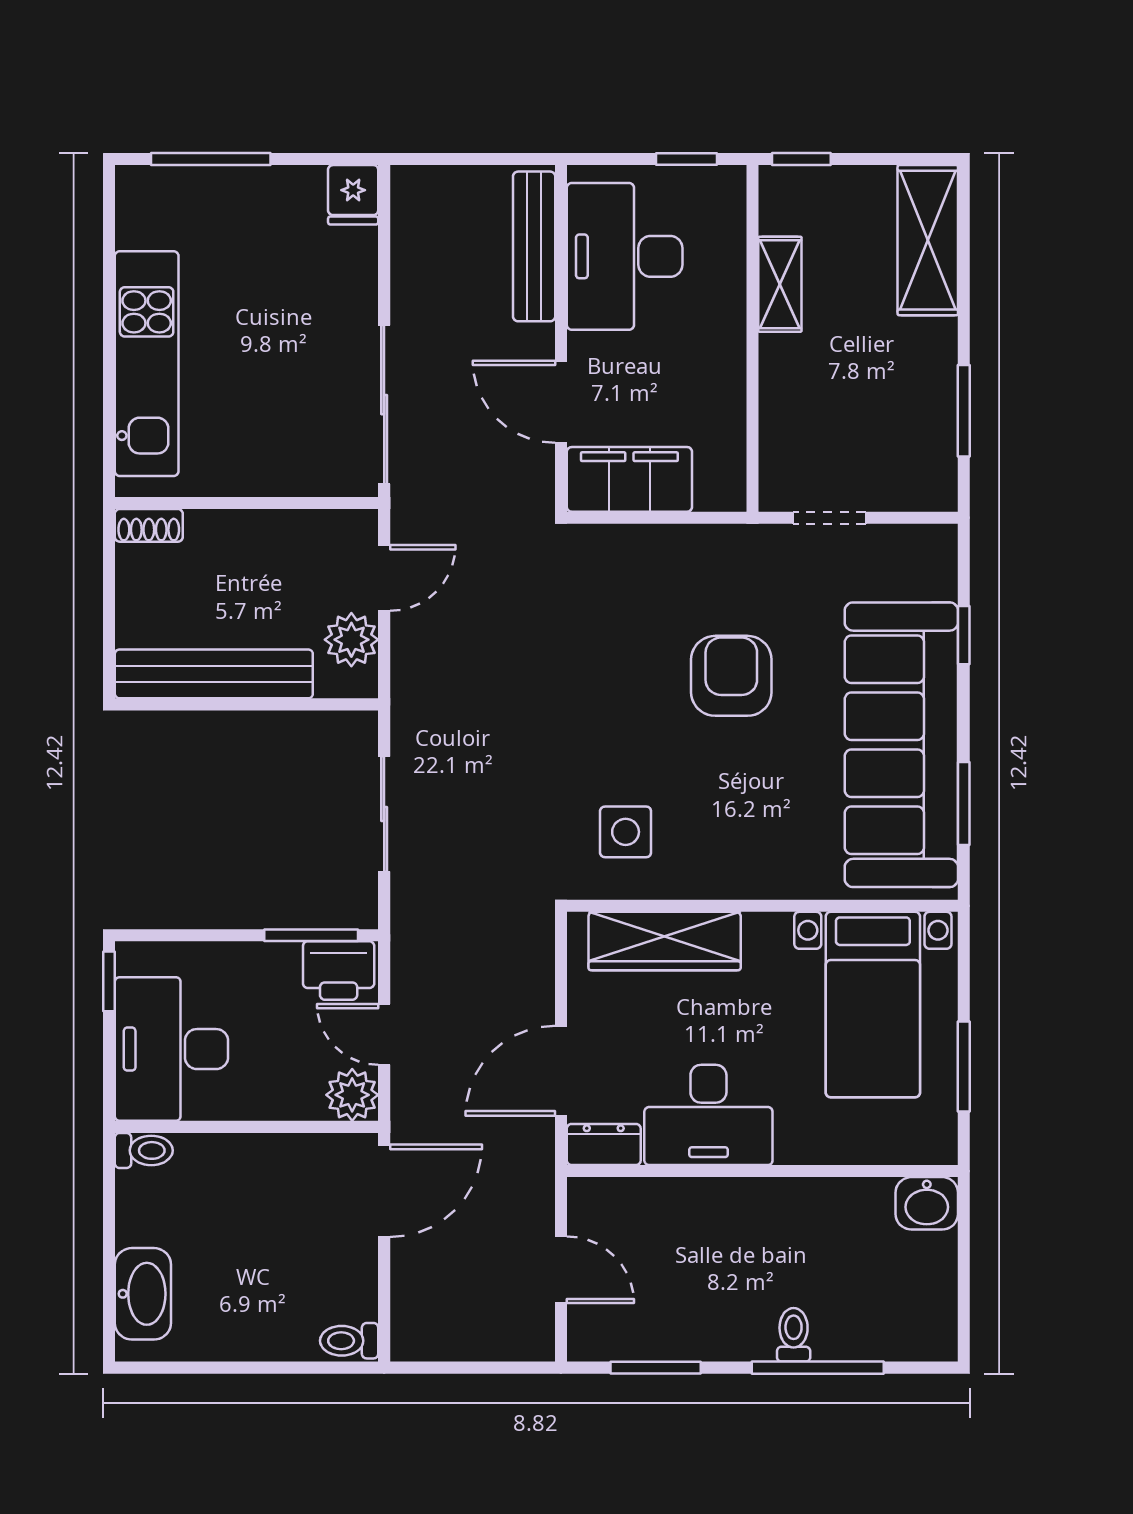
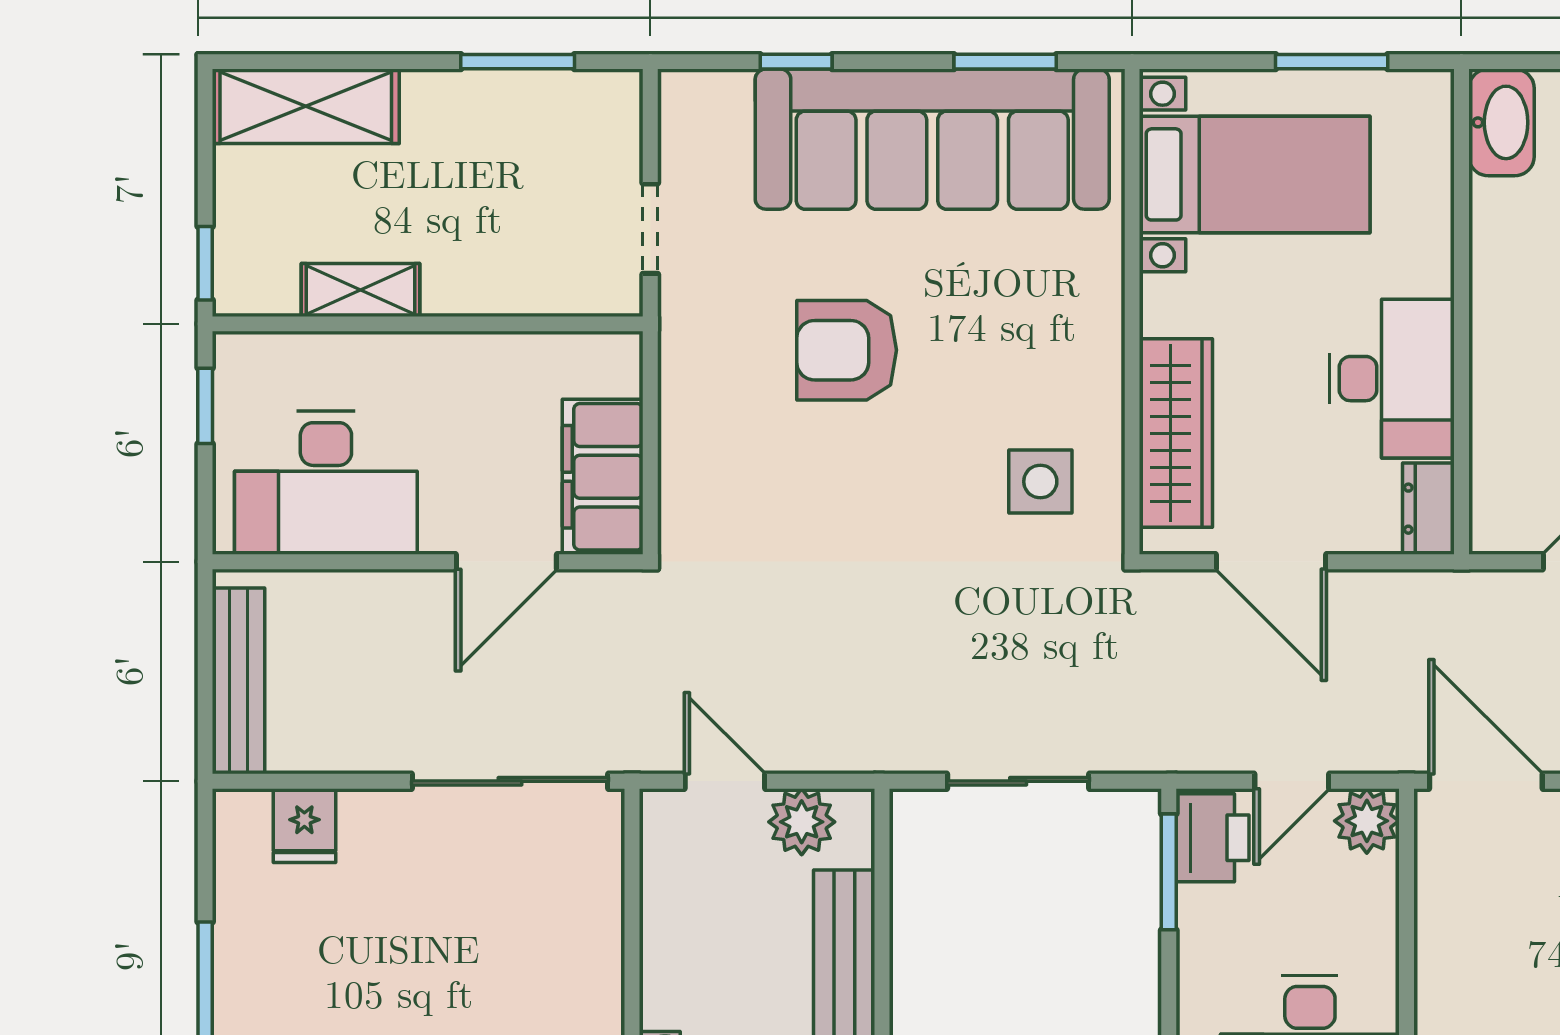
fridge: (353, 195) -> (304, 826), moved, turned 90
bench: (534, 246) -> (238, 681), moved, turned 90
door: (561, 1071) -> (1271, 562), moved
washbasin: (927, 1203) -> (1501, 122), width x1.38

